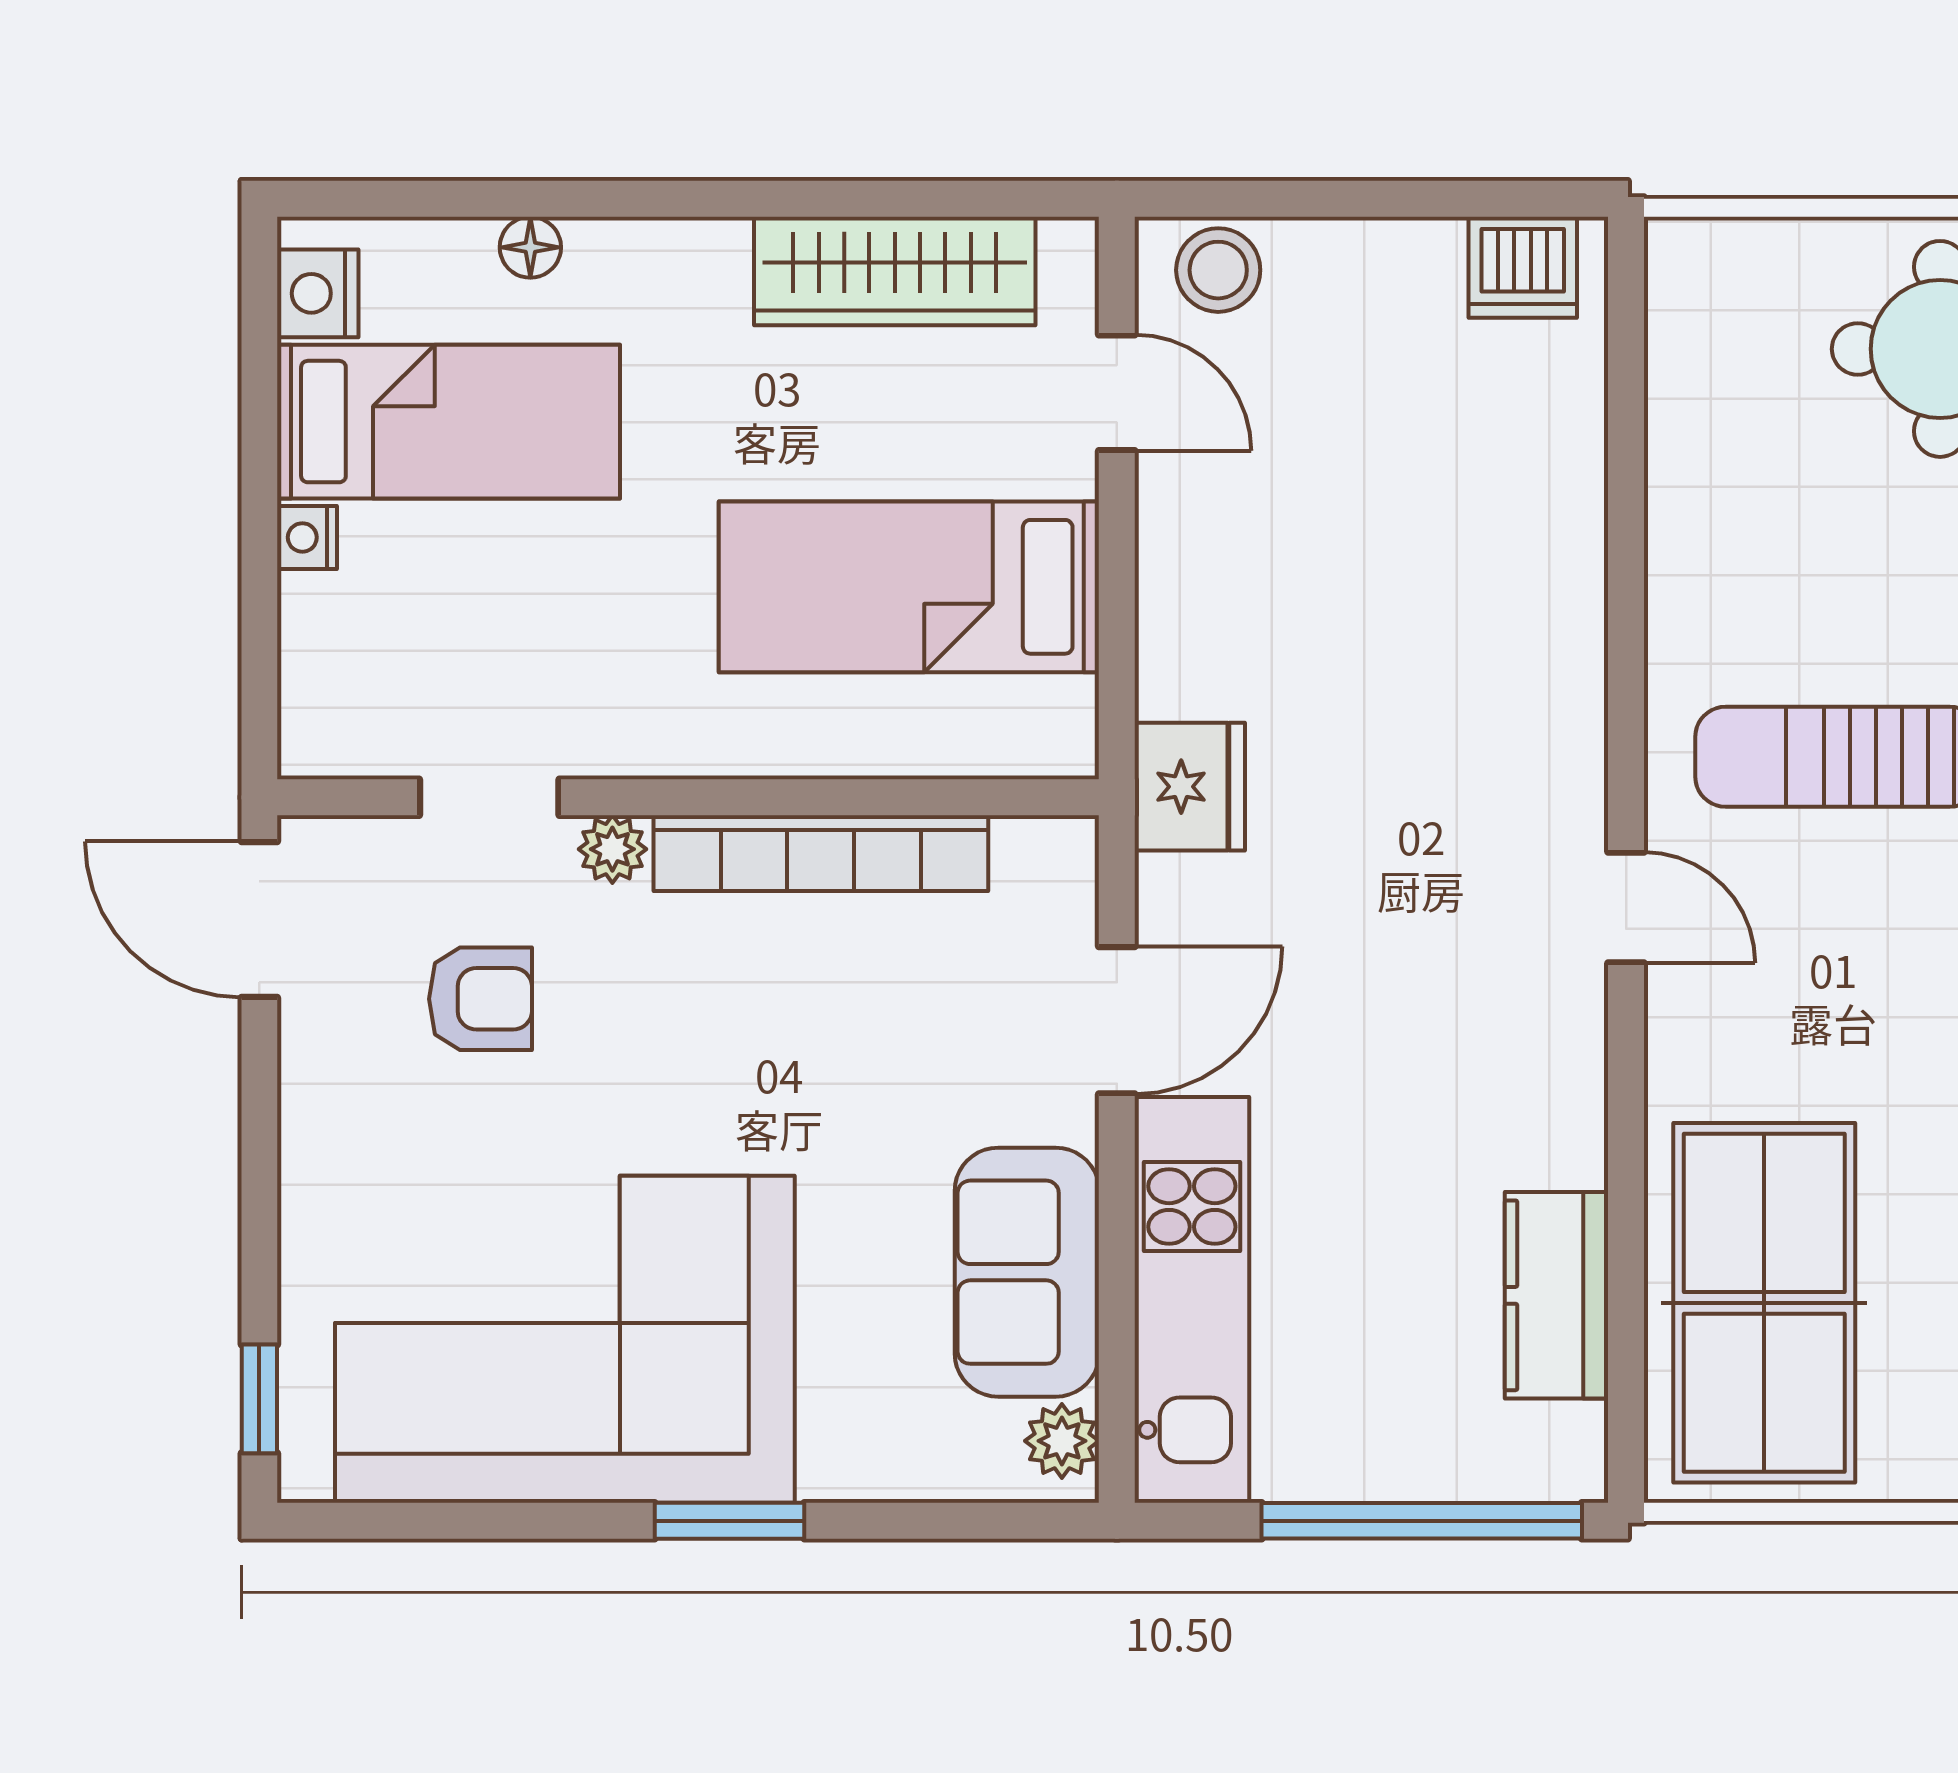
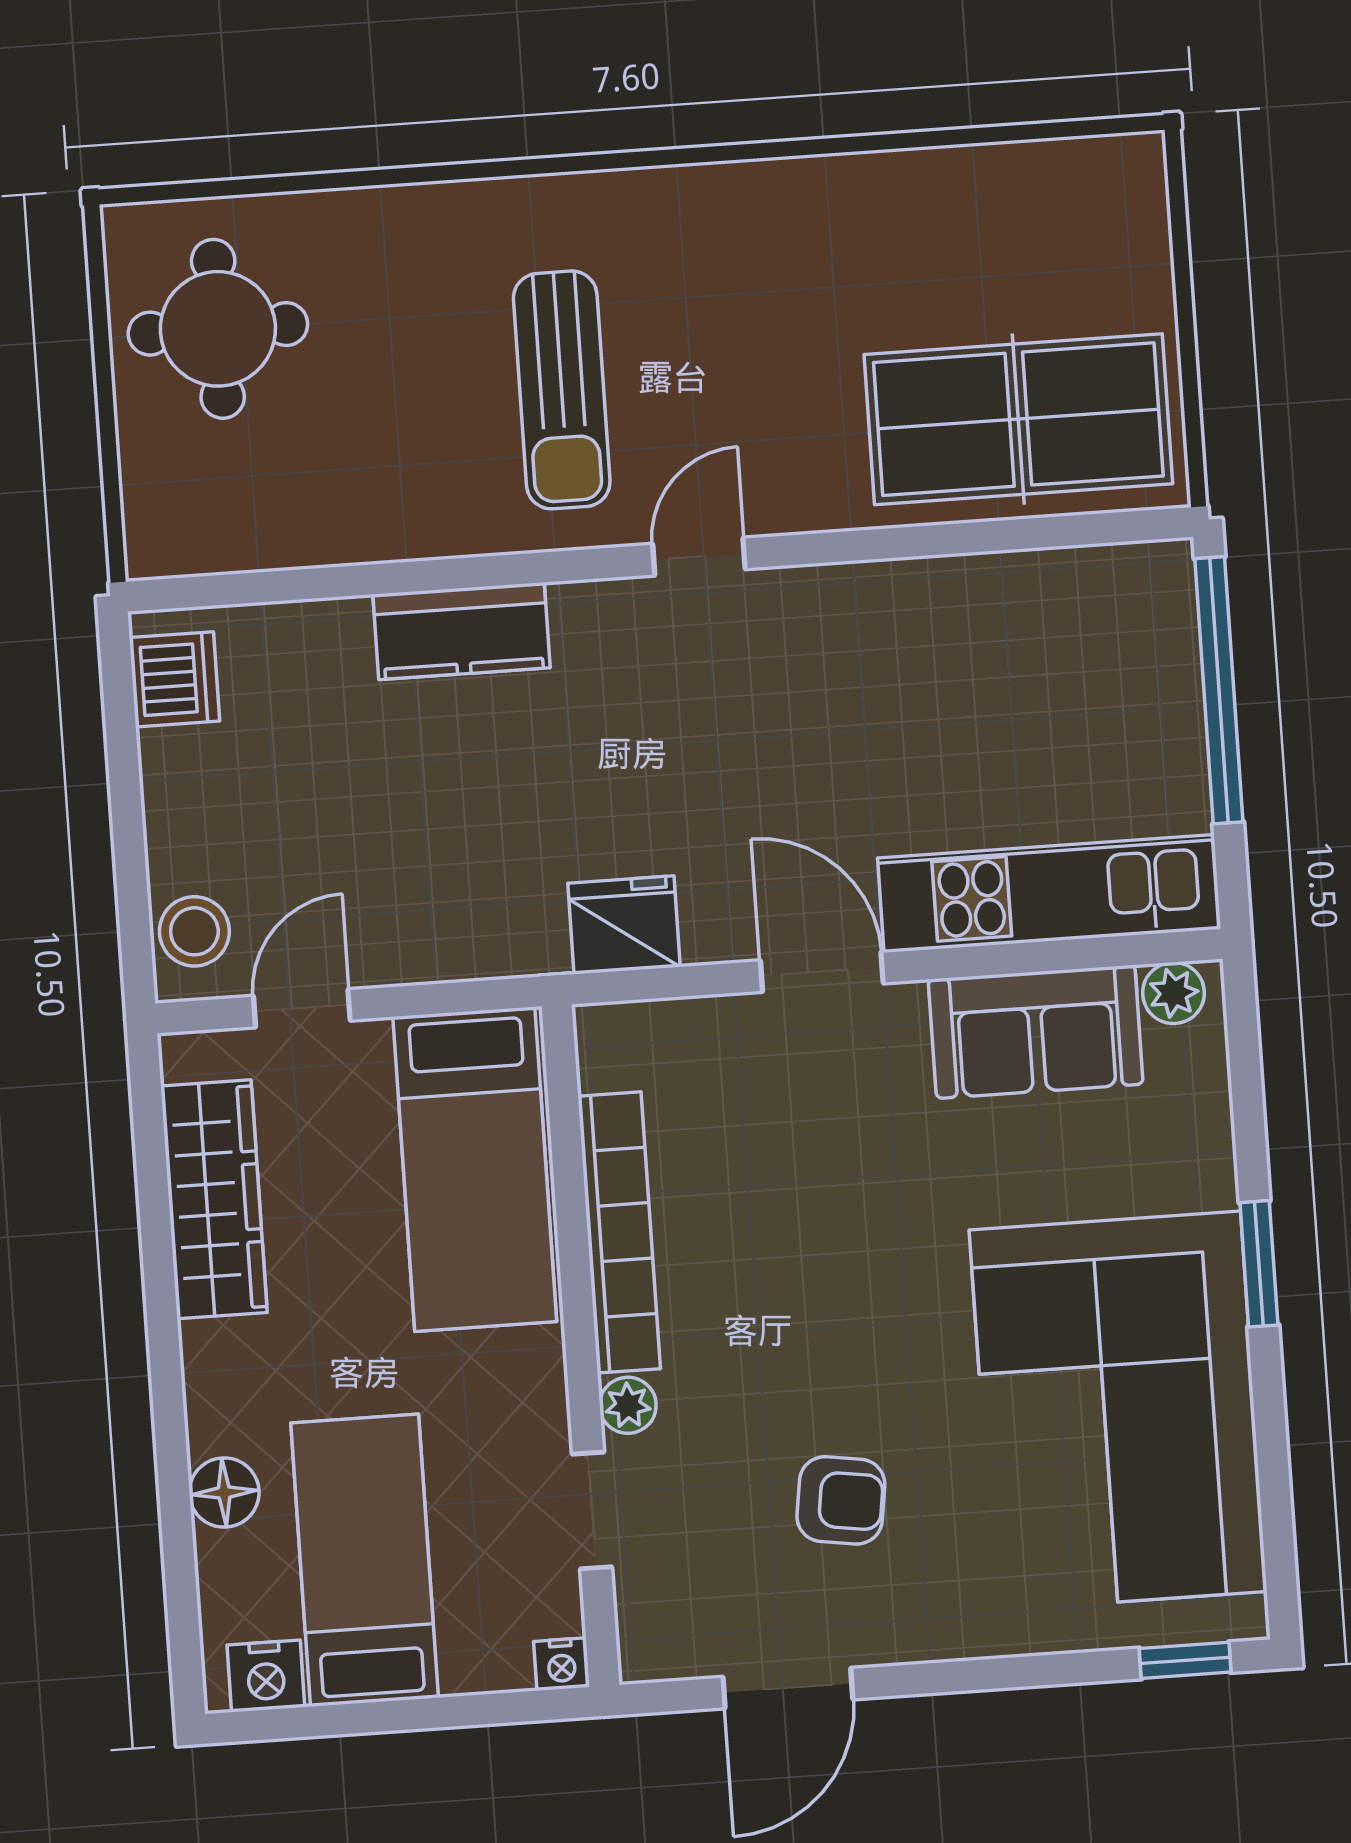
floor lamp: (530, 247) -> (224, 1492), width x1.37, depth x1.37
nightstand: (307, 537) -> (562, 1664), moved
doorway: (489, 797) -> (592, 1511), moved
wall: (688, 797) -> (581, 1346), moved
plant: (612, 849) -> (628, 1405), moved
bookcase: (821, 853) -> (619, 1232), moved
armchair: (480, 999) -> (841, 1500), turned 98
kitchen counter: (1556, 1295) -> (461, 631), moved

